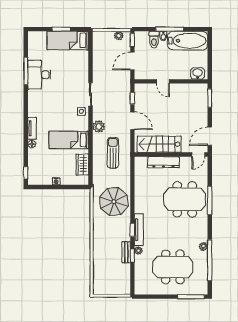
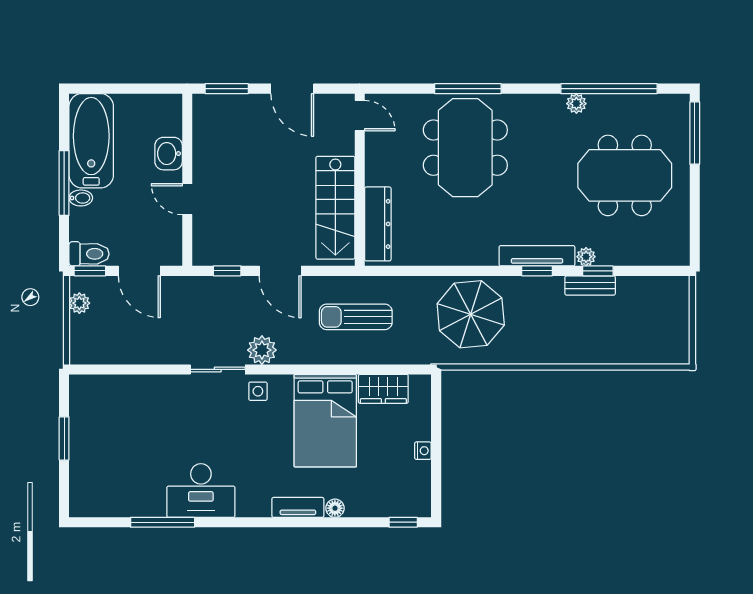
toilet: (154, 40) -> (89, 254), moved
bed: (68, 41) -> (91, 423), removed
washbasin: (198, 73) -> (169, 154), moved
desk: (39, 75) -> (201, 491), moved
door: (163, 81) -> (187, 199), swing flipped
door: (132, 121) -> (280, 271), swing flipped
plant: (99, 126) -> (262, 350), moved
door: (210, 136) -> (292, 89), moved
bed: (69, 140) -> (325, 421), width x1.50
dresser: (163, 162) -> (378, 224), moved
meeting table: (173, 267) -> (625, 175), turned 90

